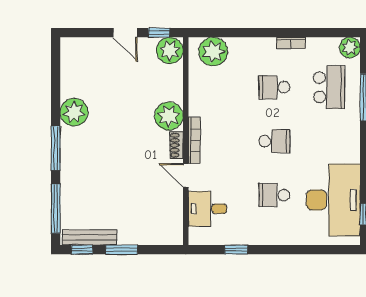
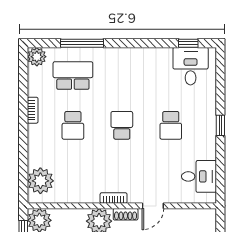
bookcase: (194, 140) -> (114, 198), width x0.64
desk: (333, 200) -> (191, 66), width x0.53, depth x0.77
desk: (207, 209) -> (199, 176), moved, turned -90
window: (236, 250) -> (220, 125), moved

